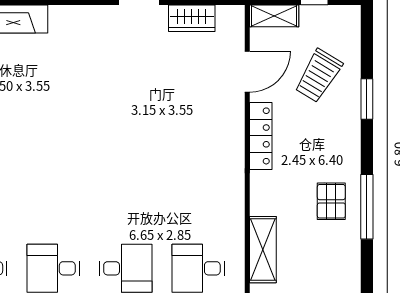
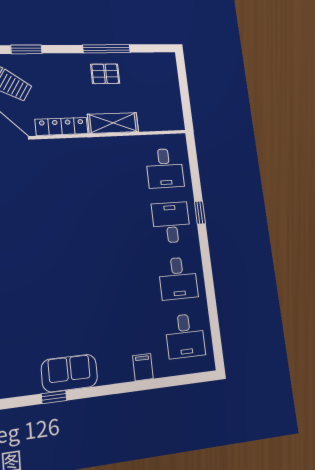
shelving: (263, 250) -> (113, 123), moved

